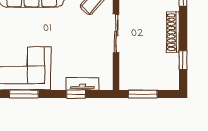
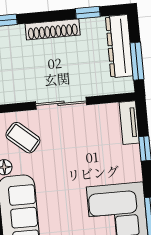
dresser: (155, 82) -> (119, 46), added
tv unit: (82, 84) -> (129, 123), moved

